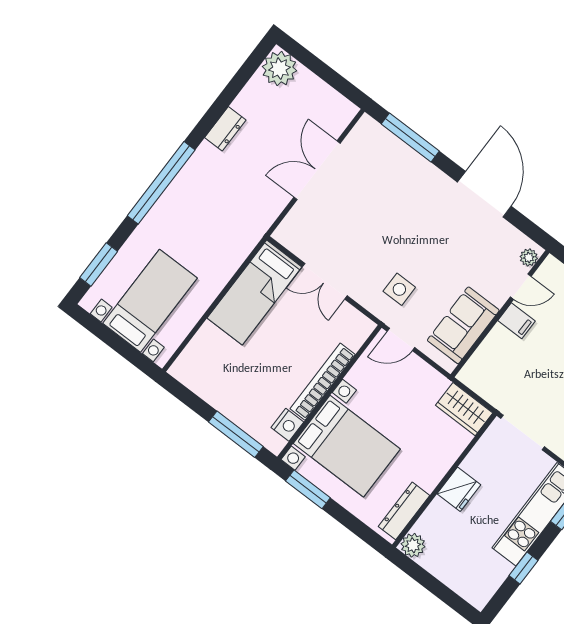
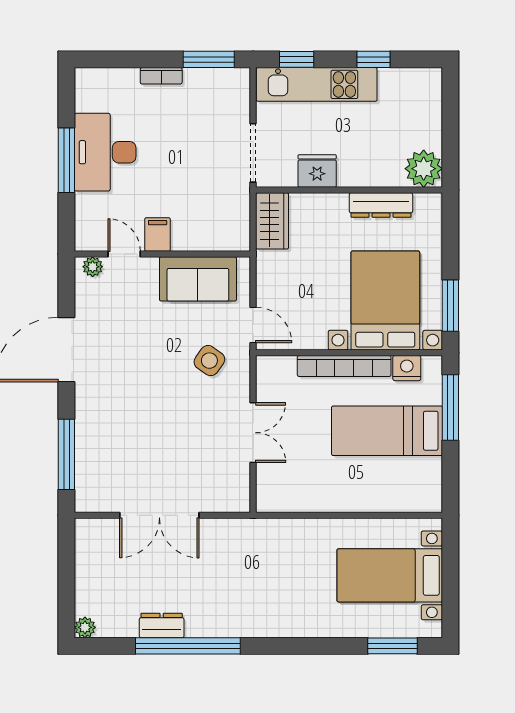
plant: (279, 69) -> (85, 627), width x0.53, depth x0.53
dresser: (225, 129) -> (162, 625), moved
window: (161, 183) -> (188, 646), moved
side table: (399, 289) -> (209, 361), turned 35
bed: (254, 292) -> (387, 431), moved, turned 180
fridge: (459, 489) -> (317, 171), moved
dresser: (404, 511) -> (381, 205), moved
plant: (413, 545) -> (424, 169), width x1.36, depth x1.36

